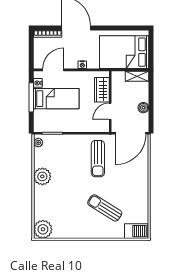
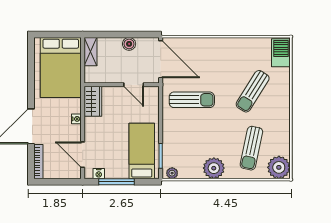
wardrobe: (102, 90) -> (93, 101), moved, turned -90
bed: (56, 99) -> (142, 151), moved
sun lounger: (59, 207) -> (251, 148), added

